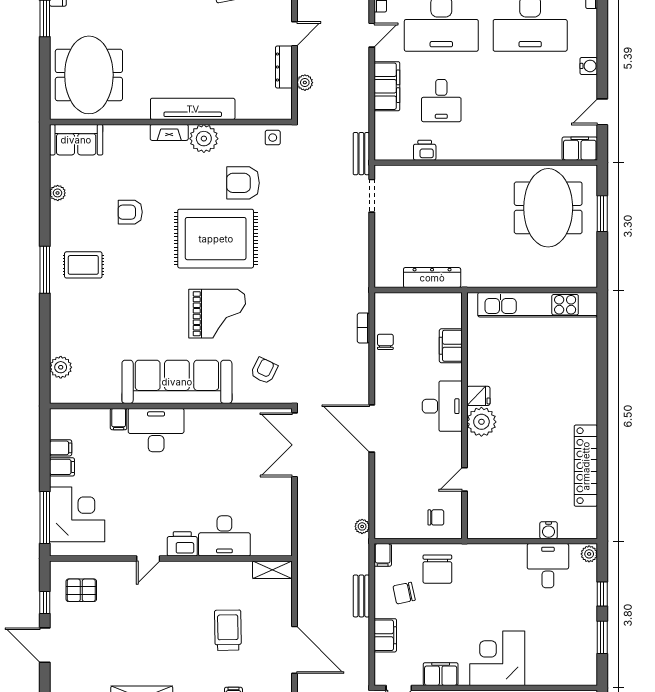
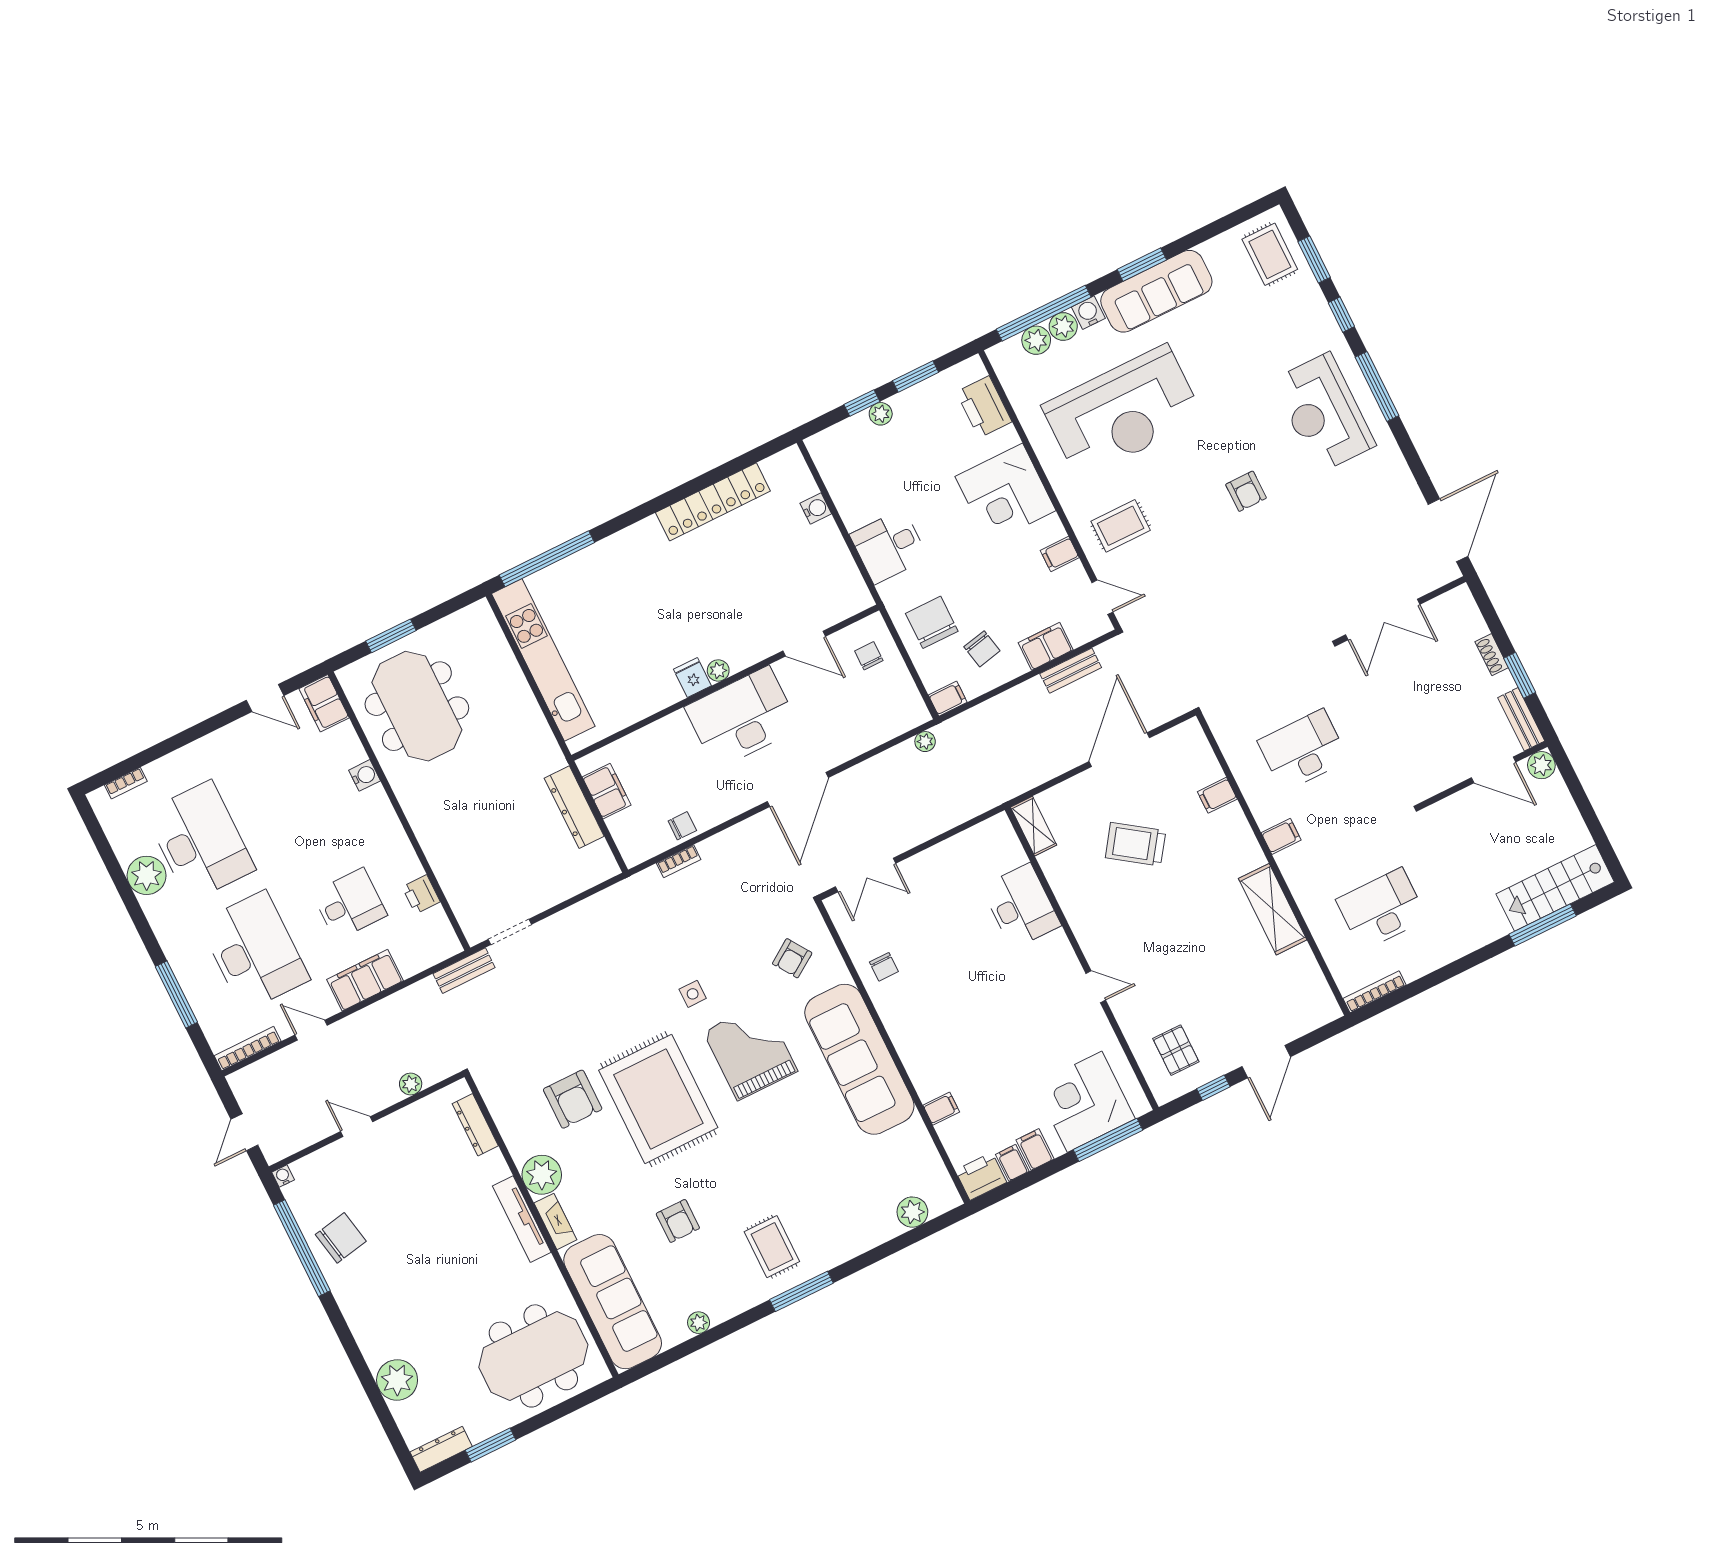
water cooler: (589, 66) -> (365, 775), moved, turned 90
dresser: (284, 67) -> (475, 1125), moved, turned 90
tv unit: (193, 109) -> (522, 1219), width x0.73, depth x0.78
side table: (273, 138) -> (693, 994), moved
sofa: (76, 140) -> (613, 1302), width x1.85, depth x1.27
meeting table: (548, 208) -> (417, 706), turned 90
window: (602, 340) -> (547, 559), added
chair: (385, 342) -> (682, 826), turned 180
filing cabinet: (451, 346) -> (607, 791), moved, turned -90
armchair: (264, 371) -> (792, 958), turned -60
desk: (442, 406) -> (742, 718), width x1.36, depth x1.30
plant: (481, 422) -> (718, 670), width x0.53, depth x0.53
chair: (229, 427) -> (884, 967), added
desk: (156, 430) -> (932, 1056), removed
double door: (295, 445) -> (866, 875), width x0.73
door: (464, 479) -> (804, 644), width x1.38
printer: (182, 544) -> (981, 1176), moved, turned 90
plant: (589, 554) -> (881, 414), moved
desk: (548, 566) -> (889, 546), moved
chair: (437, 569) -> (932, 622), turned -90
bench: (361, 596) -> (1071, 671), moved
trolley: (228, 630) -> (1136, 844), turned 36
printer: (560, 672) -> (984, 407), added
filing cabinet: (441, 674) -> (1060, 554), width x0.50

